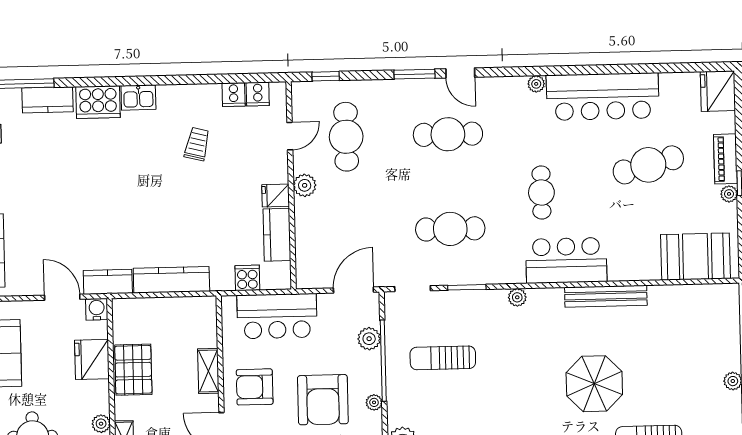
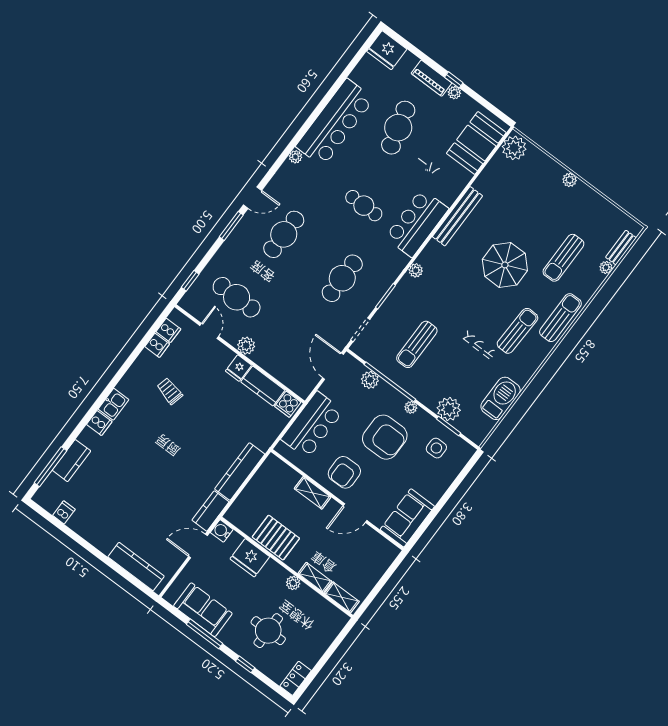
cooker: (98, 102) -> (99, 423), width x0.53, depth x0.76
cooker: (247, 278) -> (288, 404), moved, turned -90
plant: (721, 299) -> (514, 148), added

